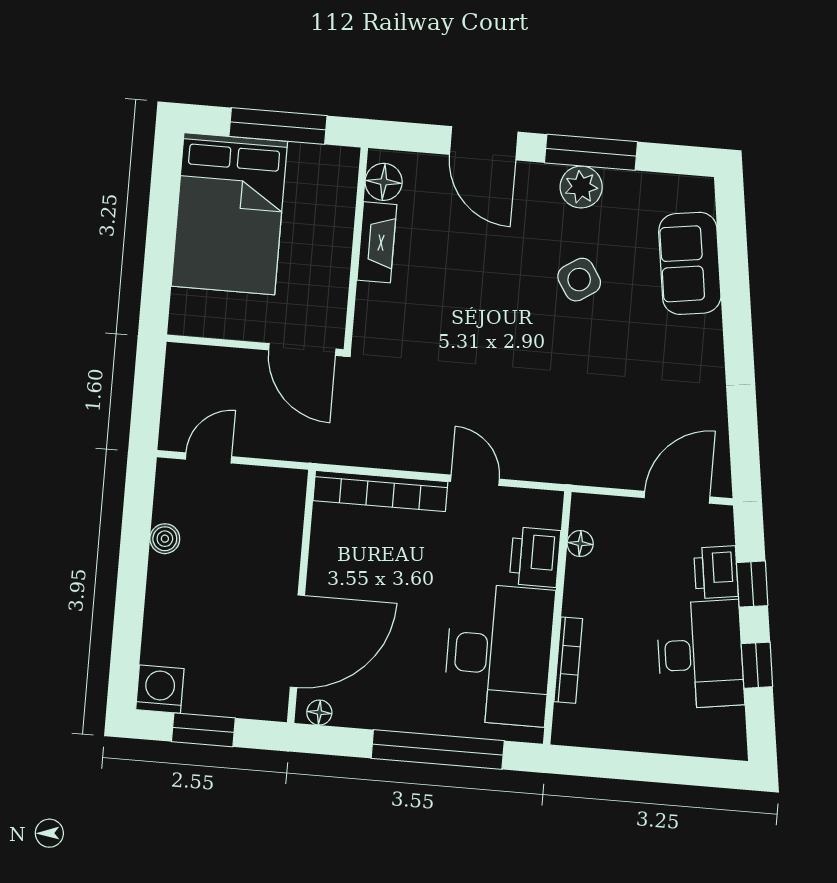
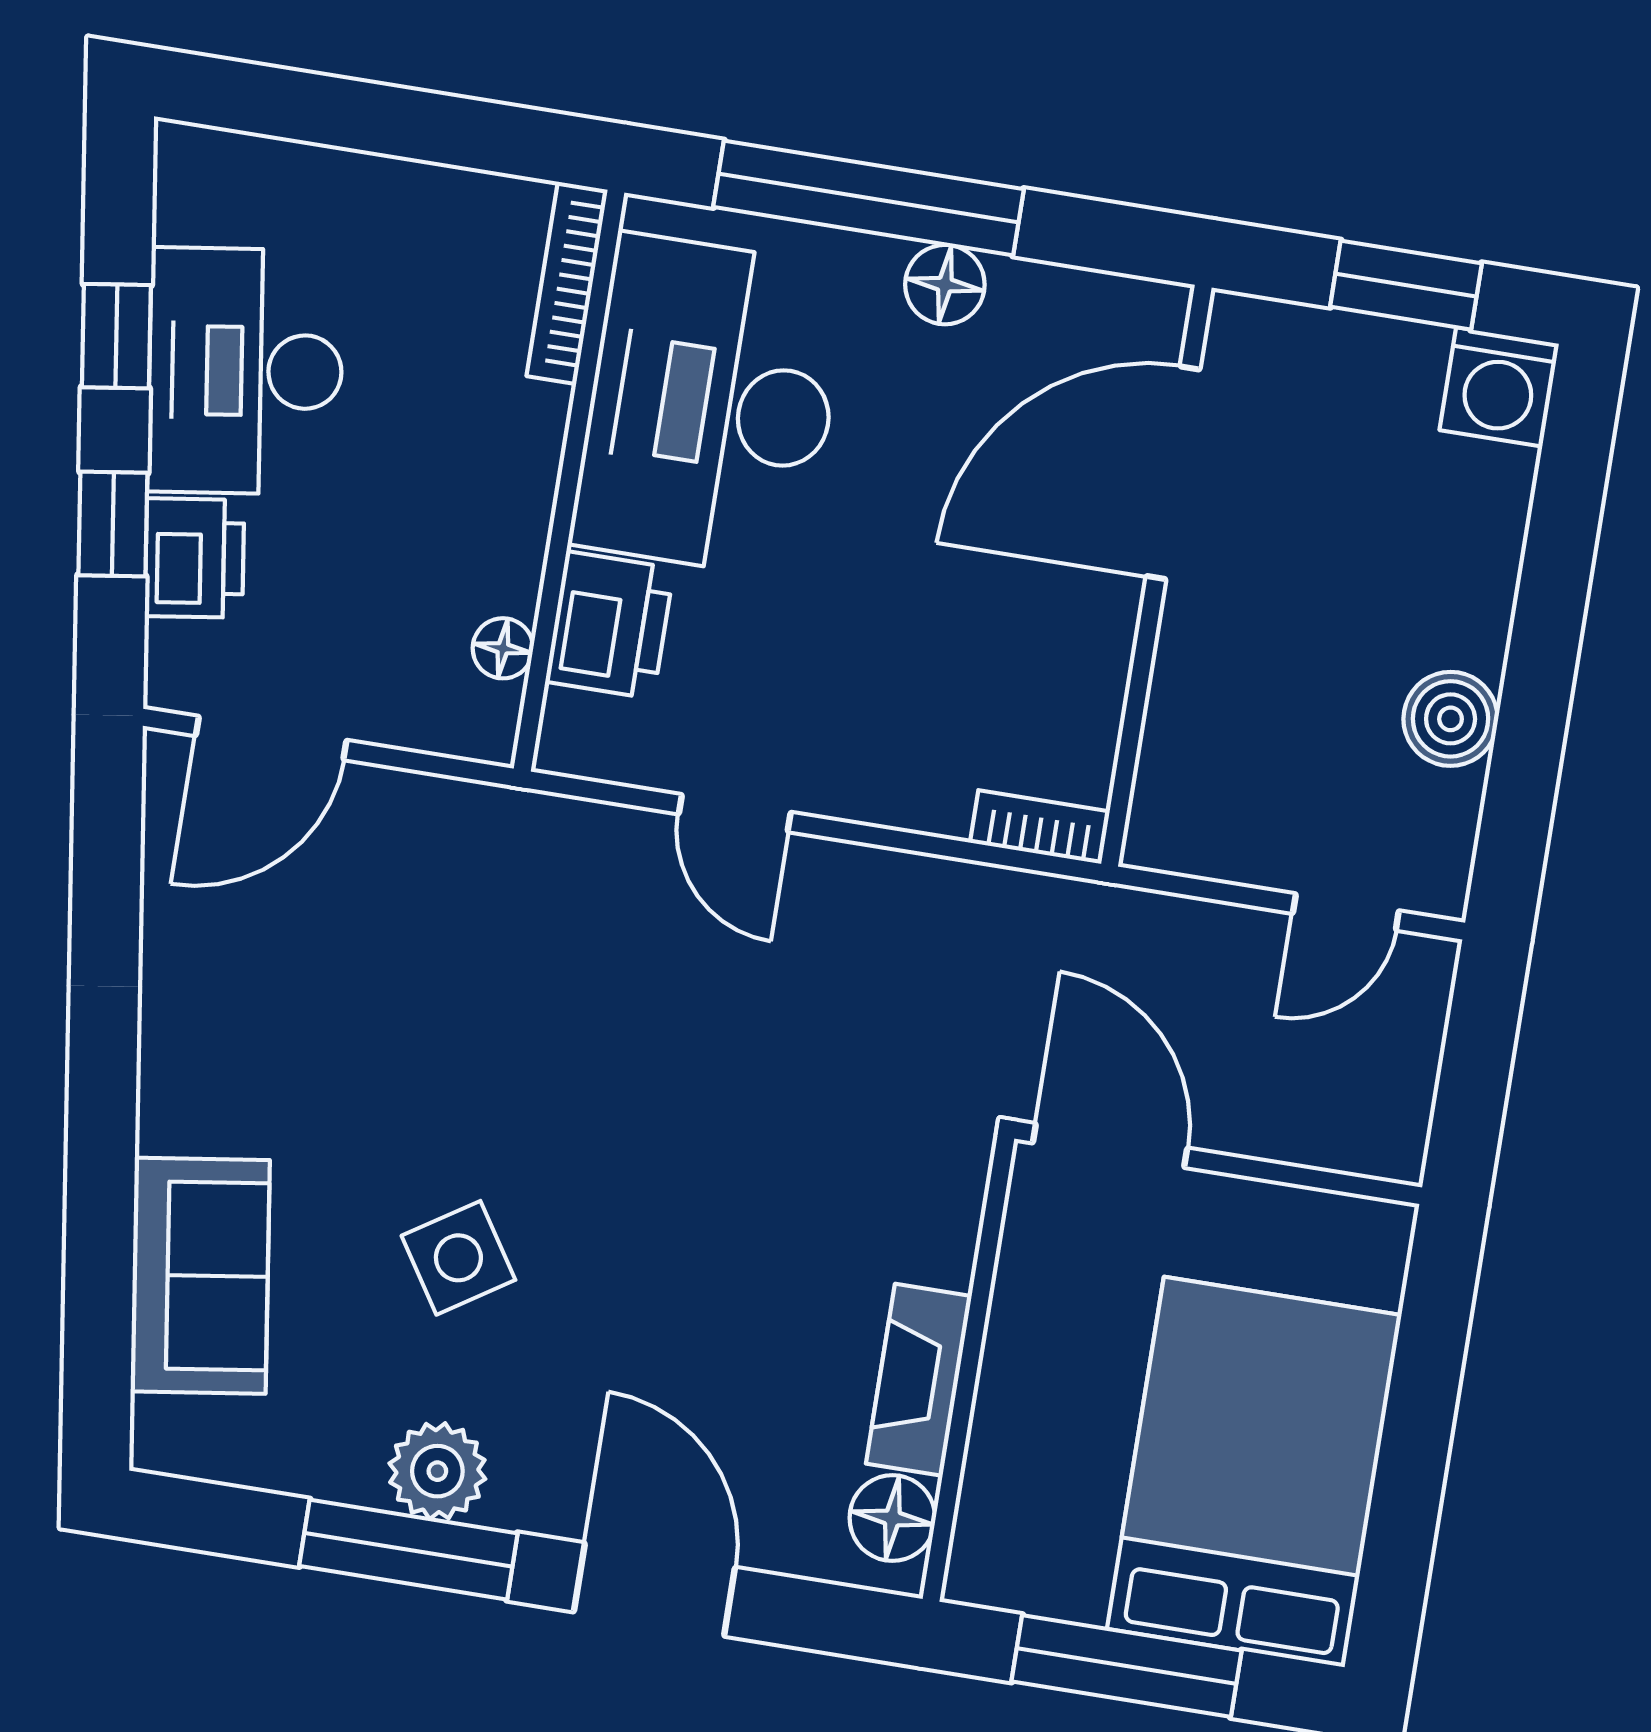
bookcase: (380, 491) -> (1040, 827), width x0.43, depth x0.76
boiler: (165, 539) -> (1451, 719), width x1.36, depth x1.36
bookcase: (568, 660) -> (567, 283), moved
floor lamp: (319, 712) -> (945, 285), moved, width x1.37, depth x1.37

